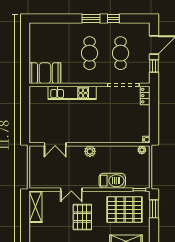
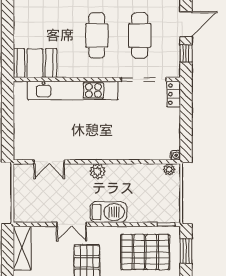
kitchen unit: (72, 93) -> (73, 90), width x1.36
barbecue: (112, 181) -> (108, 212), moved

